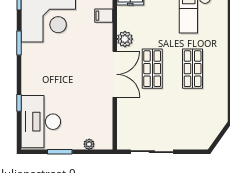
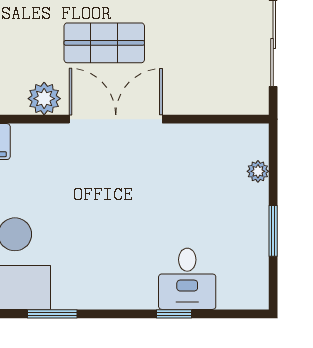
desk: (41, 122) -> (187, 279), width x0.53, depth x0.77

